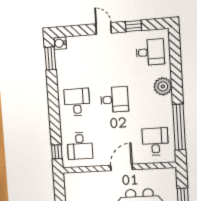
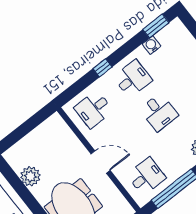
water cooler: (60, 43) -> (152, 45), moved
window: (57, 152) -> (103, 68), moved

